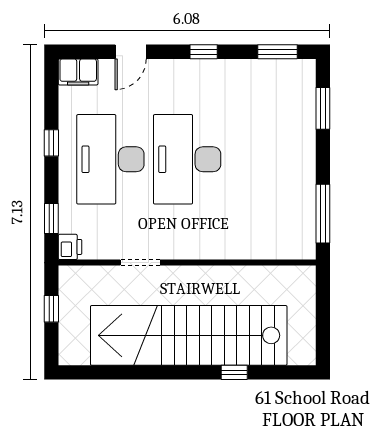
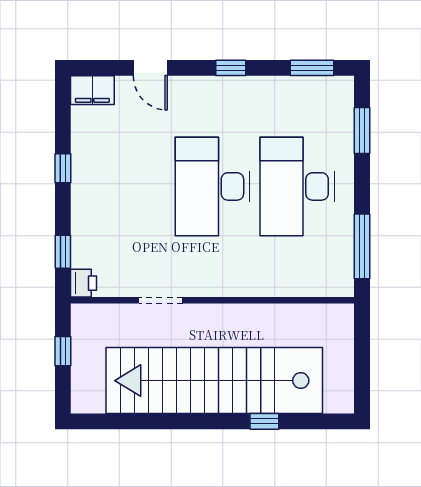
door: (131, 52) -> (150, 68), hinge flipped
desk: (110, 159) -> (297, 186), moved

